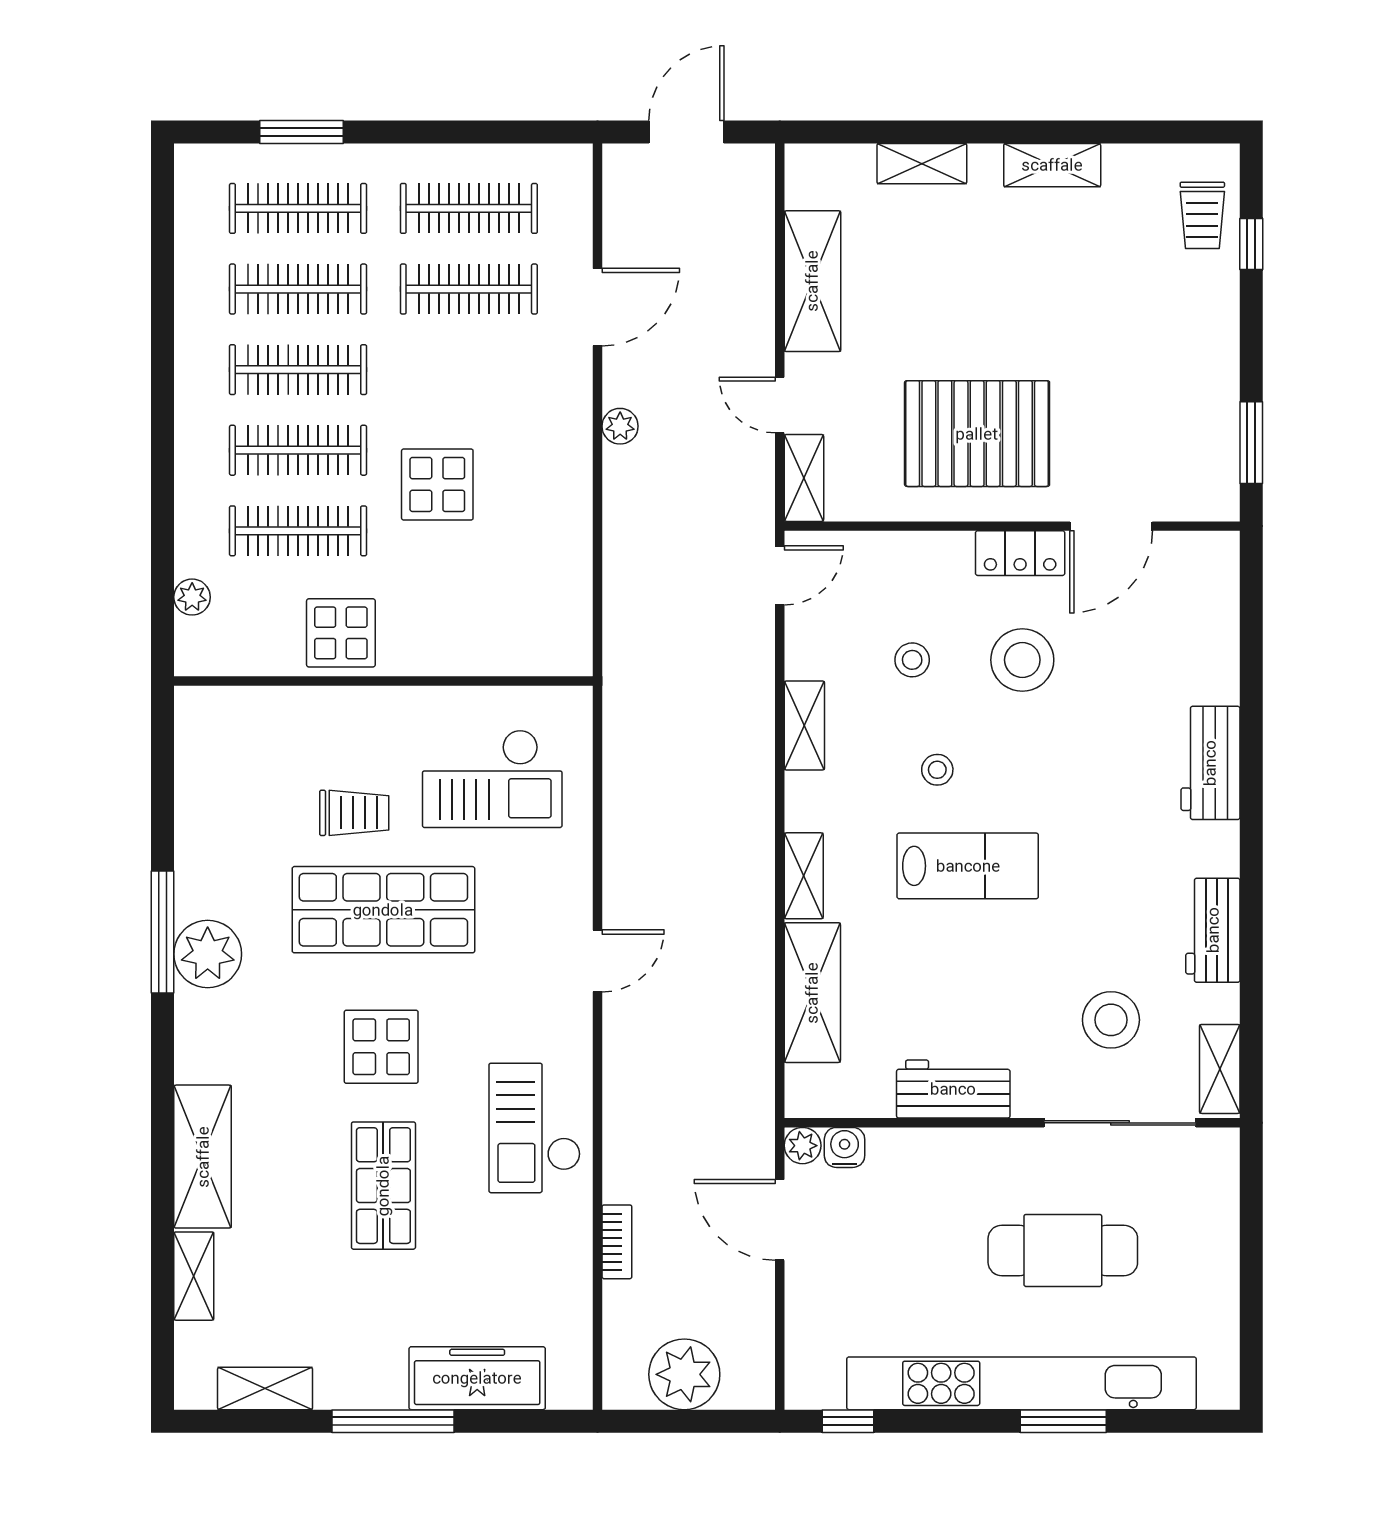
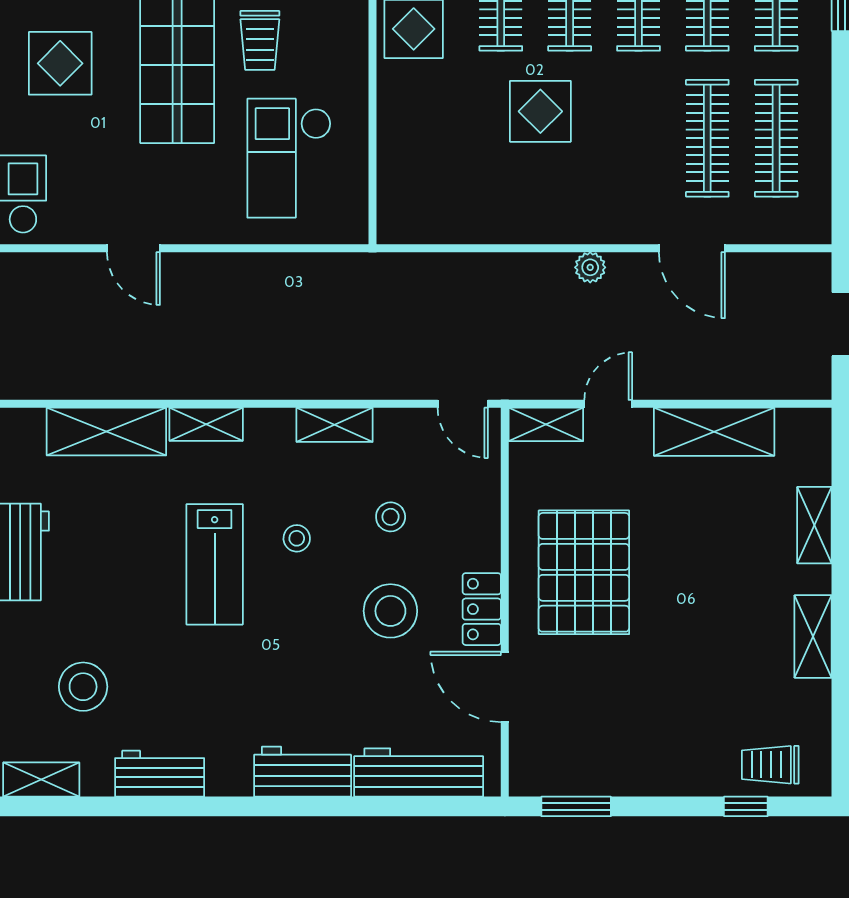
workbench: (1211, 627) -> (419, 773), added

